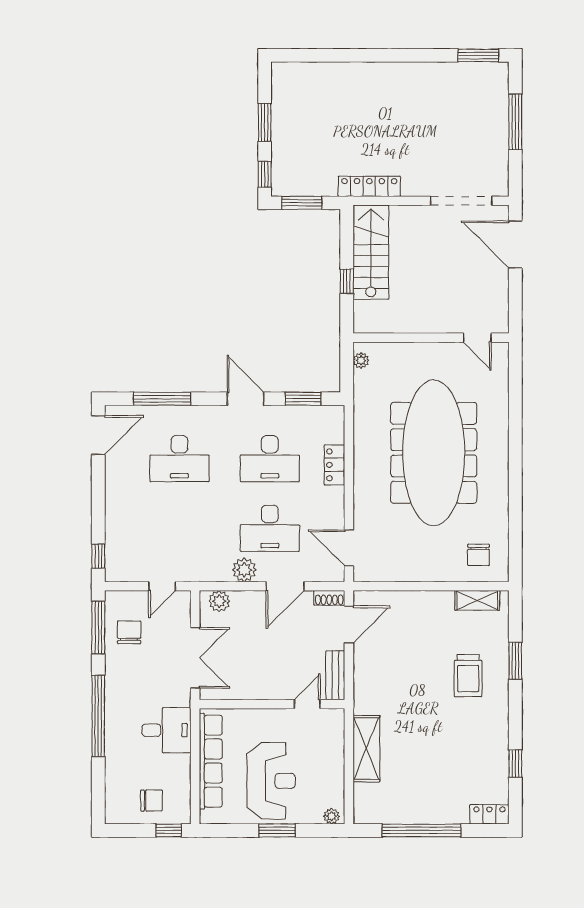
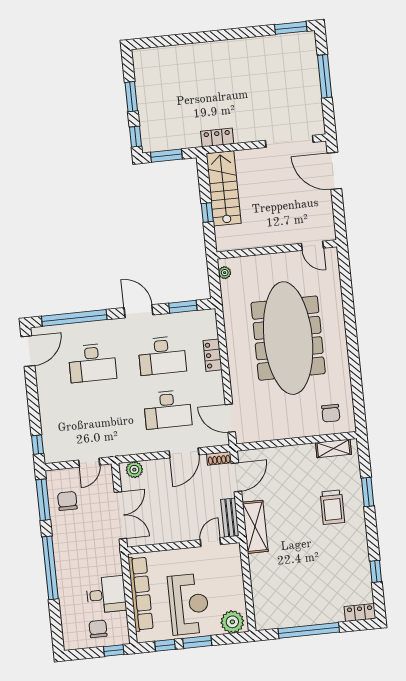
locker: (369, 186) -> (217, 138), width x0.66
window: (162, 399) -> (74, 318), width x1.46
plant: (244, 570) -> (151, 443), removed
desk: (166, 730) -> (106, 595), moved
shelving: (366, 749) -> (255, 527), moved
chair: (151, 801) -> (98, 629), turned -90
plant: (332, 816) -> (232, 622), width x1.88, depth x1.88
window: (235, 830) -> (165, 645), added

